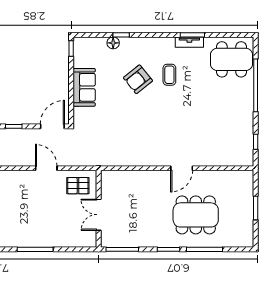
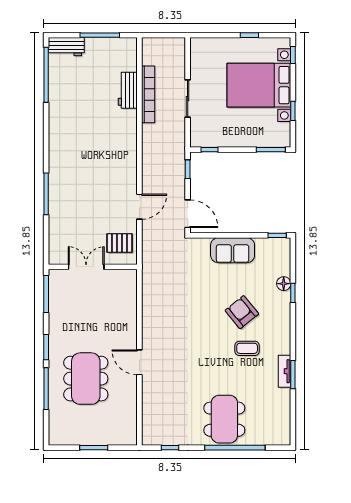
dining table: (231, 59) -> (224, 419), moved
pallet: (78, 186) -> (119, 243), turned 90

